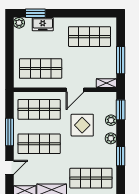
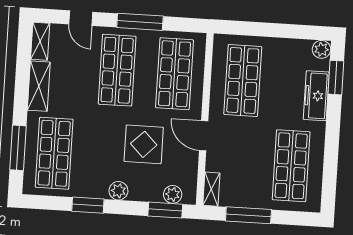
freezer: (43, 24) -> (316, 96), width x1.40
plant: (111, 120) -> (173, 194), moved

